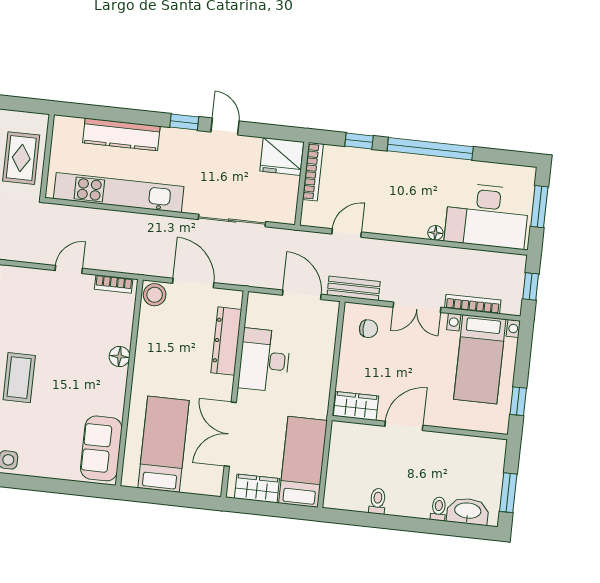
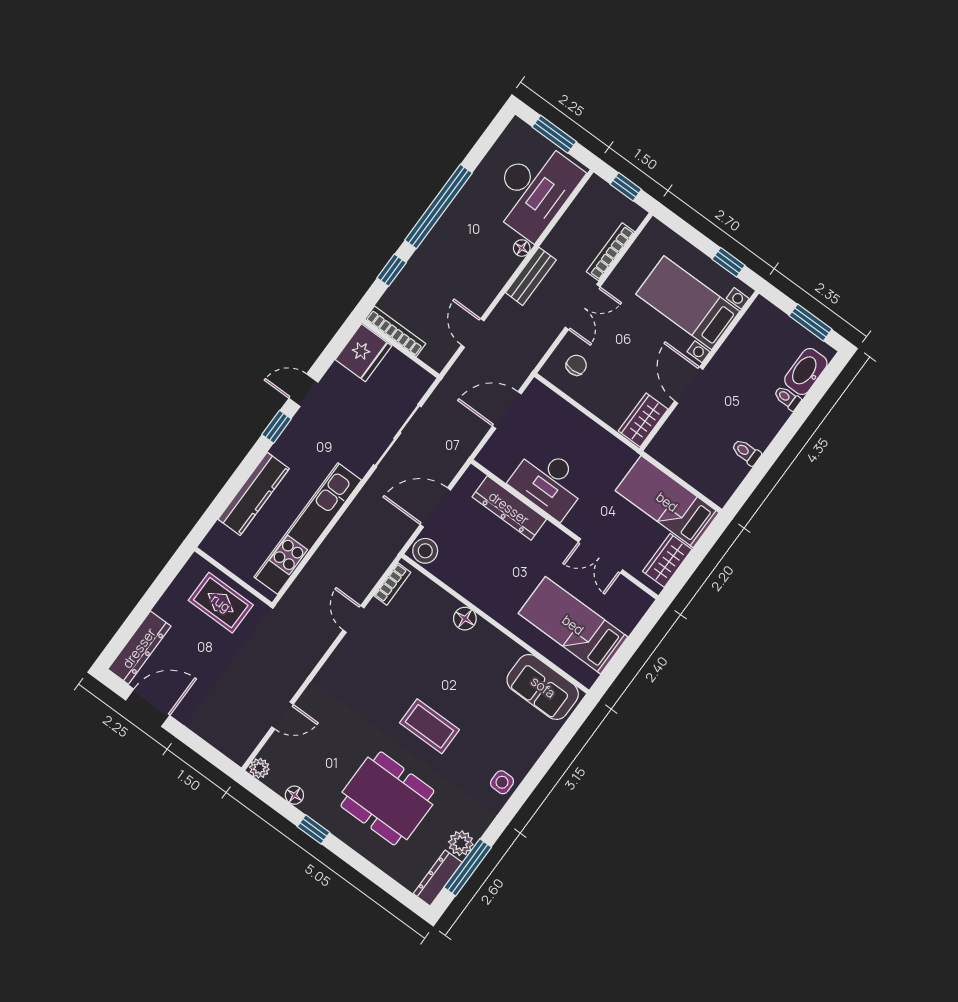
bench: (354, 288) -> (531, 276), moved
bed with nightstands: (480, 359) -> (688, 303), moved, turned 180
double door: (230, 434) -> (601, 556), width x0.73

